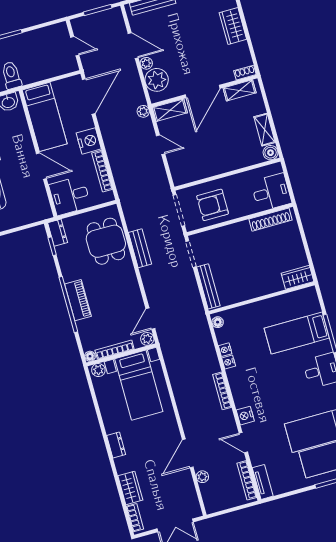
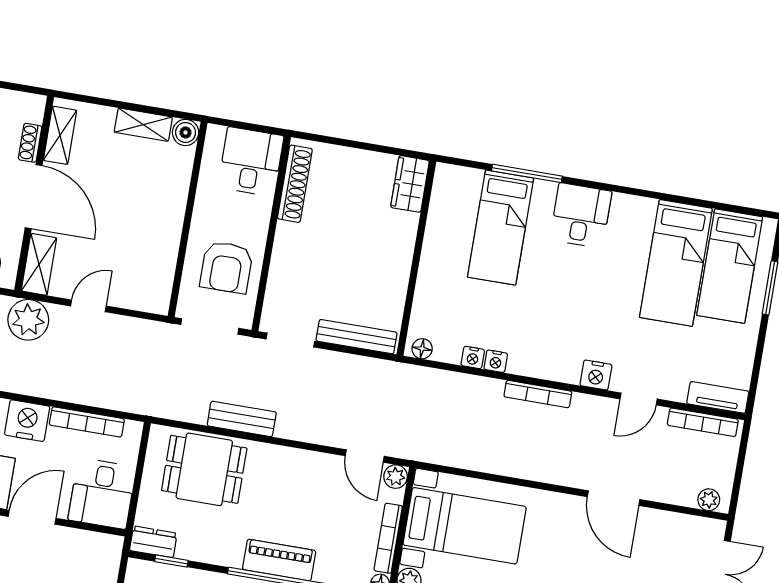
shoe rack: (245, 73) -> (30, 143), moved
plant: (143, 111) -> (28, 320), width x1.87, depth x1.87
plant: (202, 477) -> (709, 500), moved

